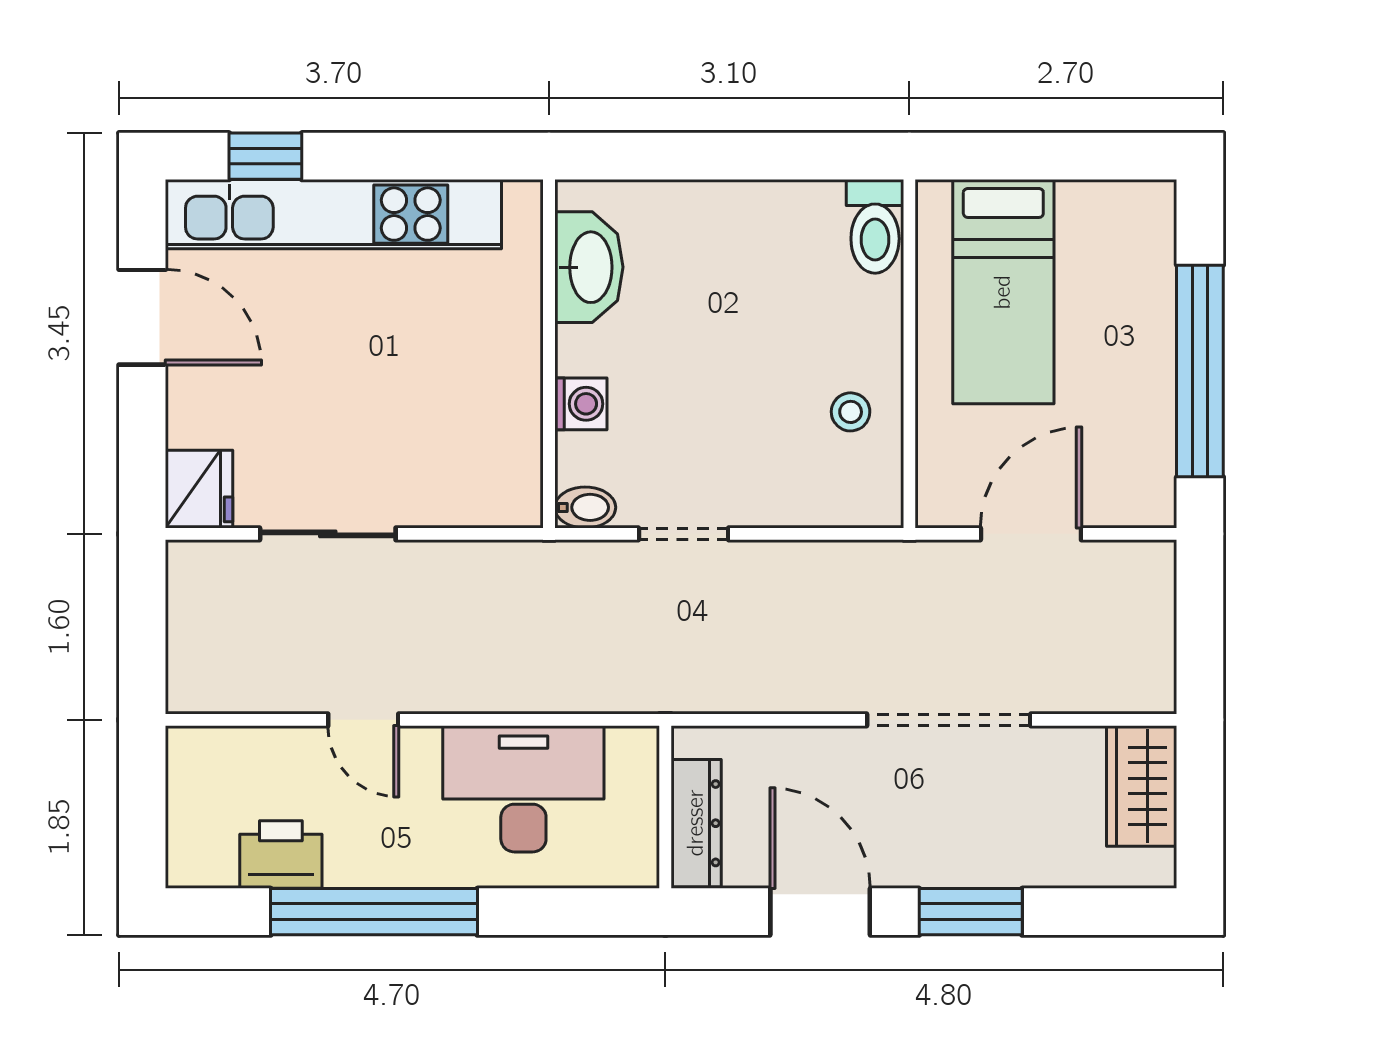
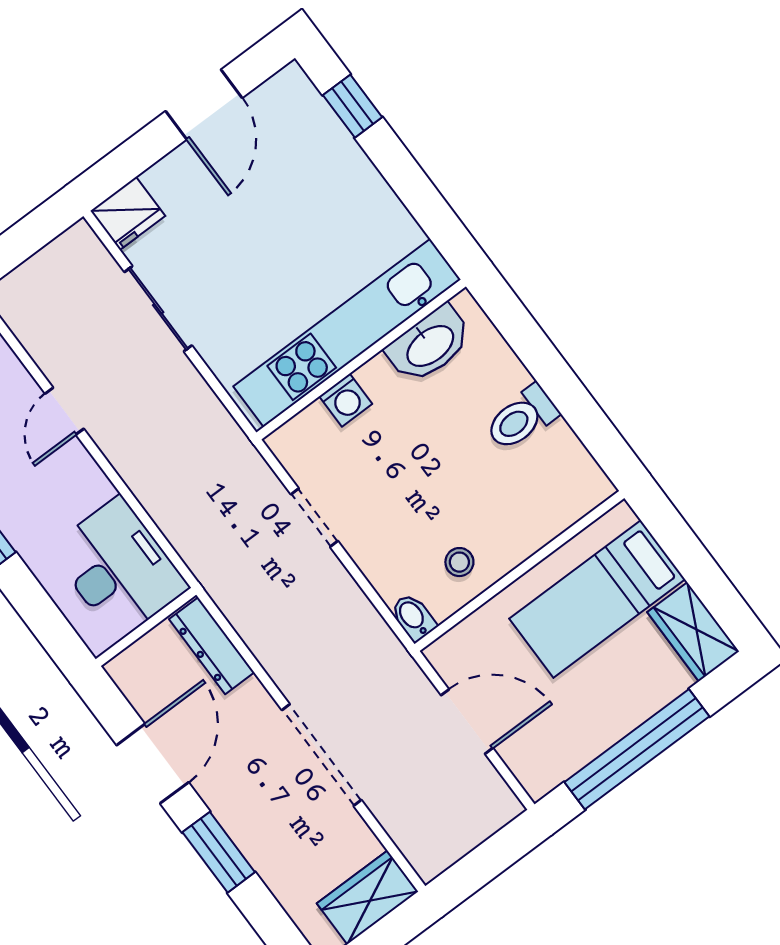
kitchen unit: (333, 214) -> (347, 333), moved, turned 90
wardrobe: (1118, 214) -> (693, 632), added
toilet: (875, 226) -> (522, 418), moved
bidet: (585, 507) -> (413, 617), moved, turned 180
desk: (523, 789) -> (119, 568), moved
dresser: (696, 823) -> (212, 646), moved, turned 90

